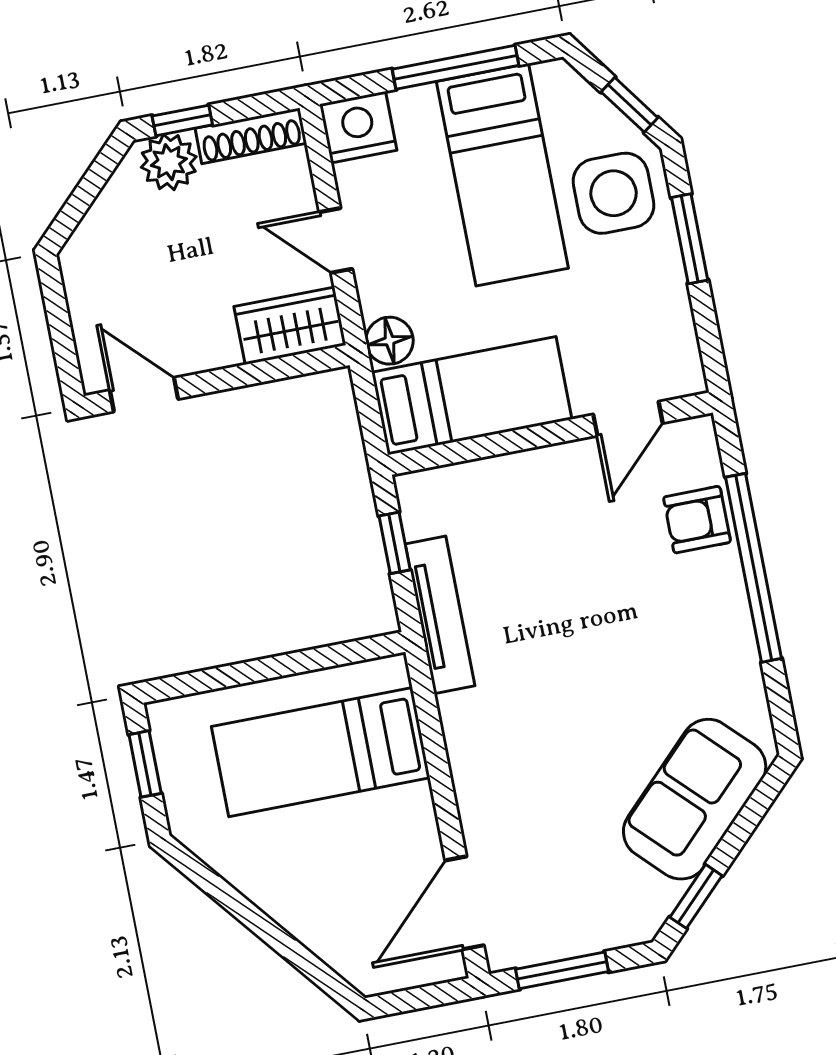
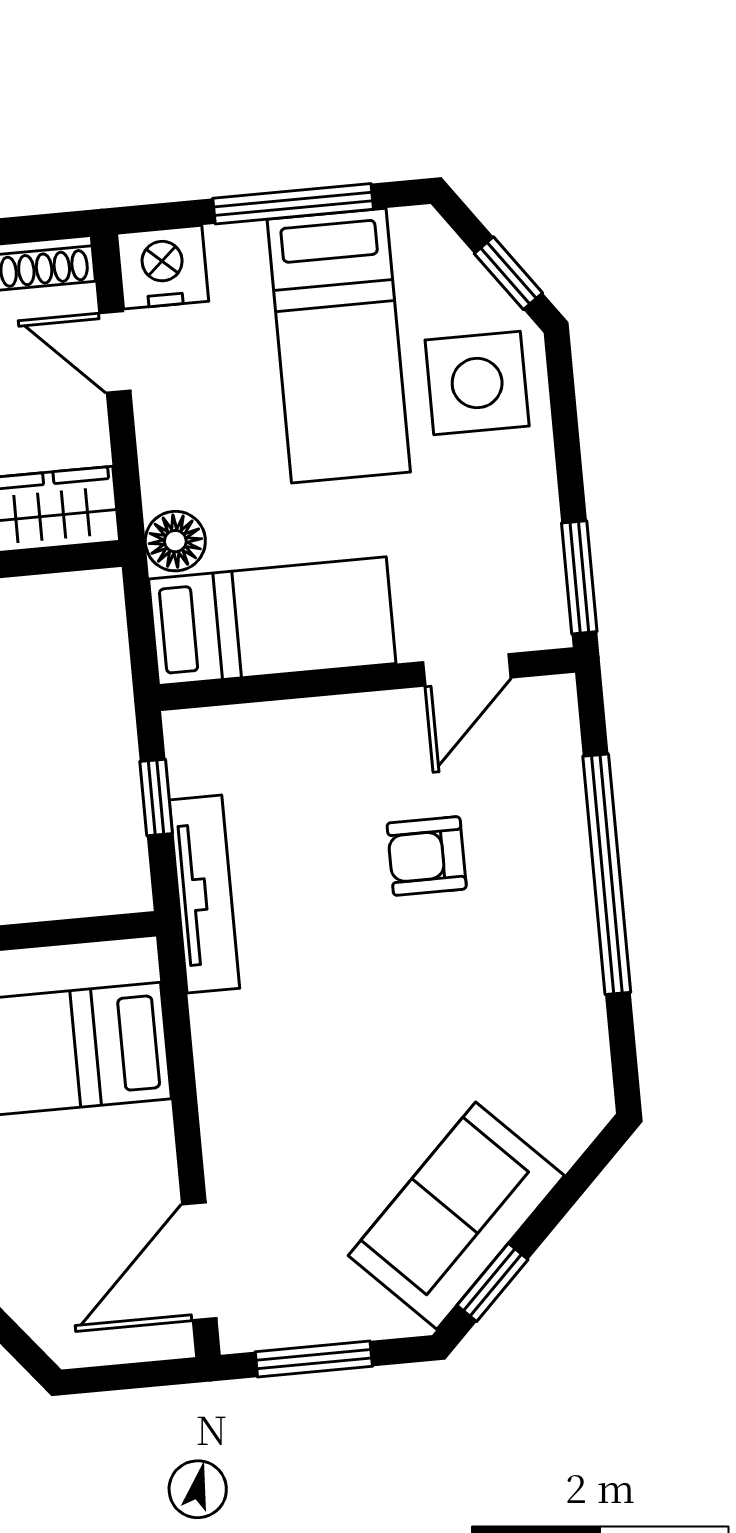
window: (690, 239) -> (579, 577), moved
door: (336, 241) -> (115, 352), moved
armchair: (697, 520) -> (427, 856), moved
sofa: (695, 799) -> (456, 1216), moved

